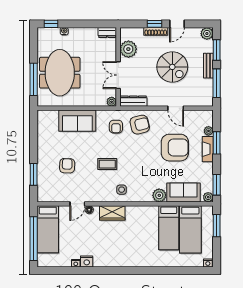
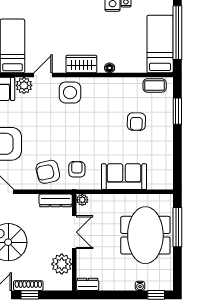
coffee table: (107, 164) -> (155, 85), moved
side table: (122, 190) -> (70, 92), width x1.87, depth x1.87
door: (77, 204) -> (43, 75), moved

